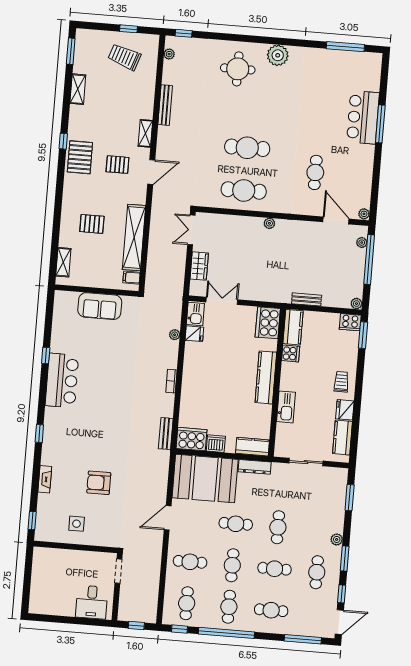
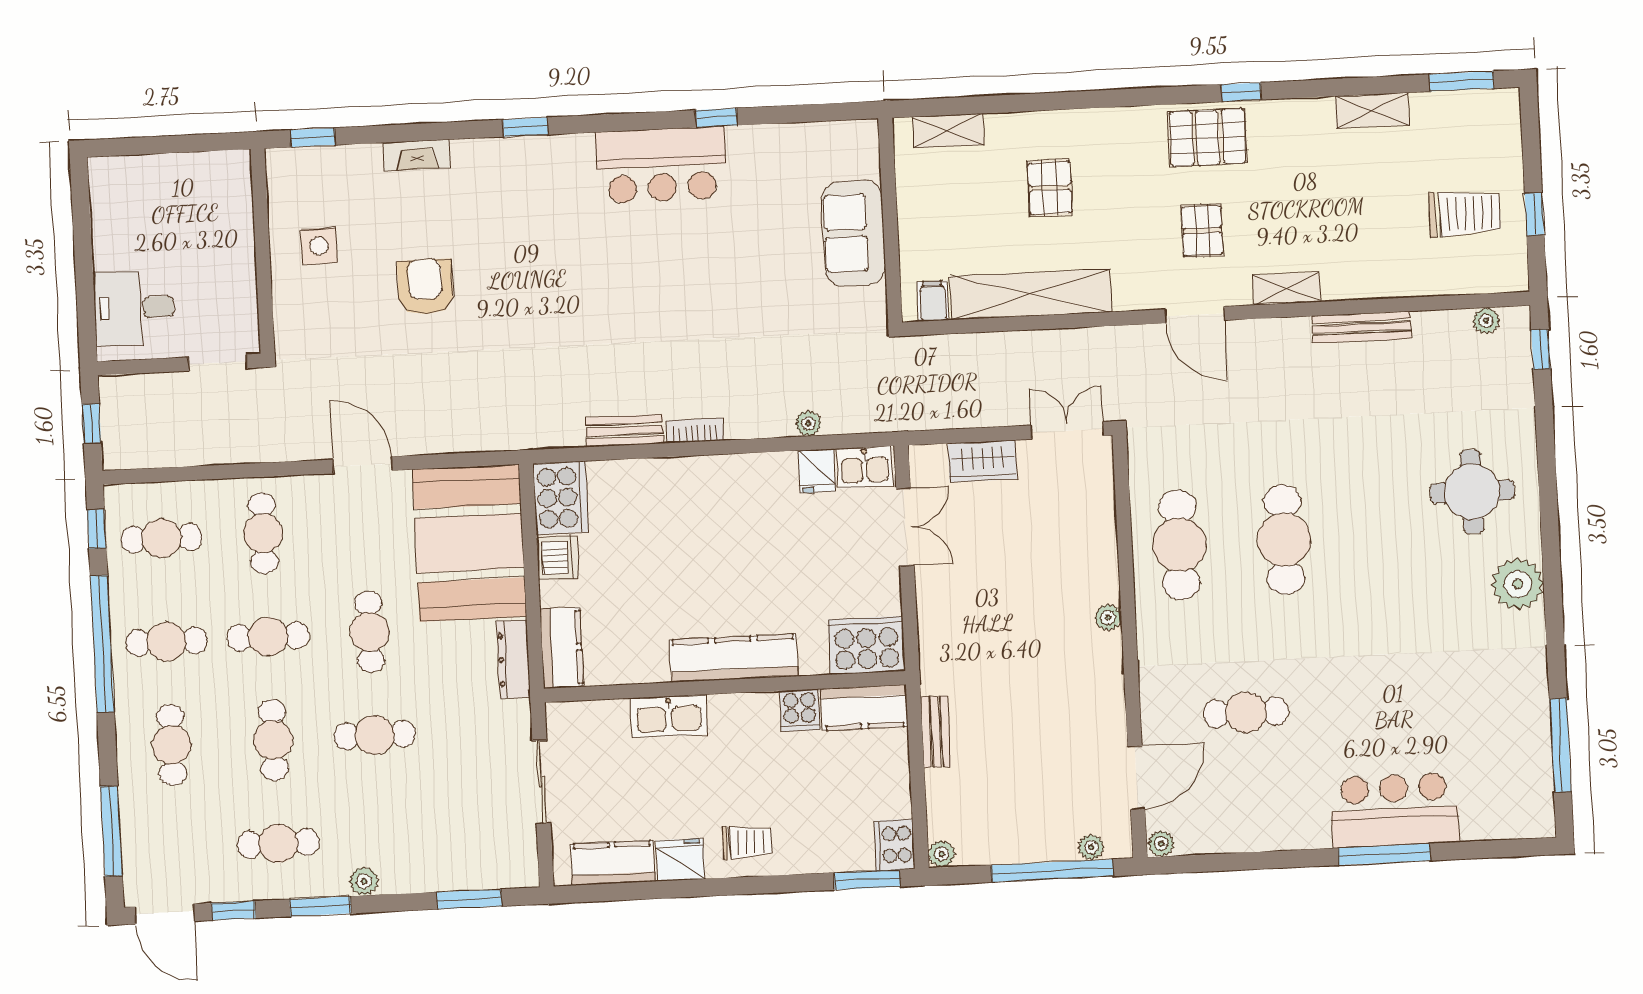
trolley: (124, 57) -> (1465, 213), turned 71
bench: (166, 434) -> (625, 431), moved

